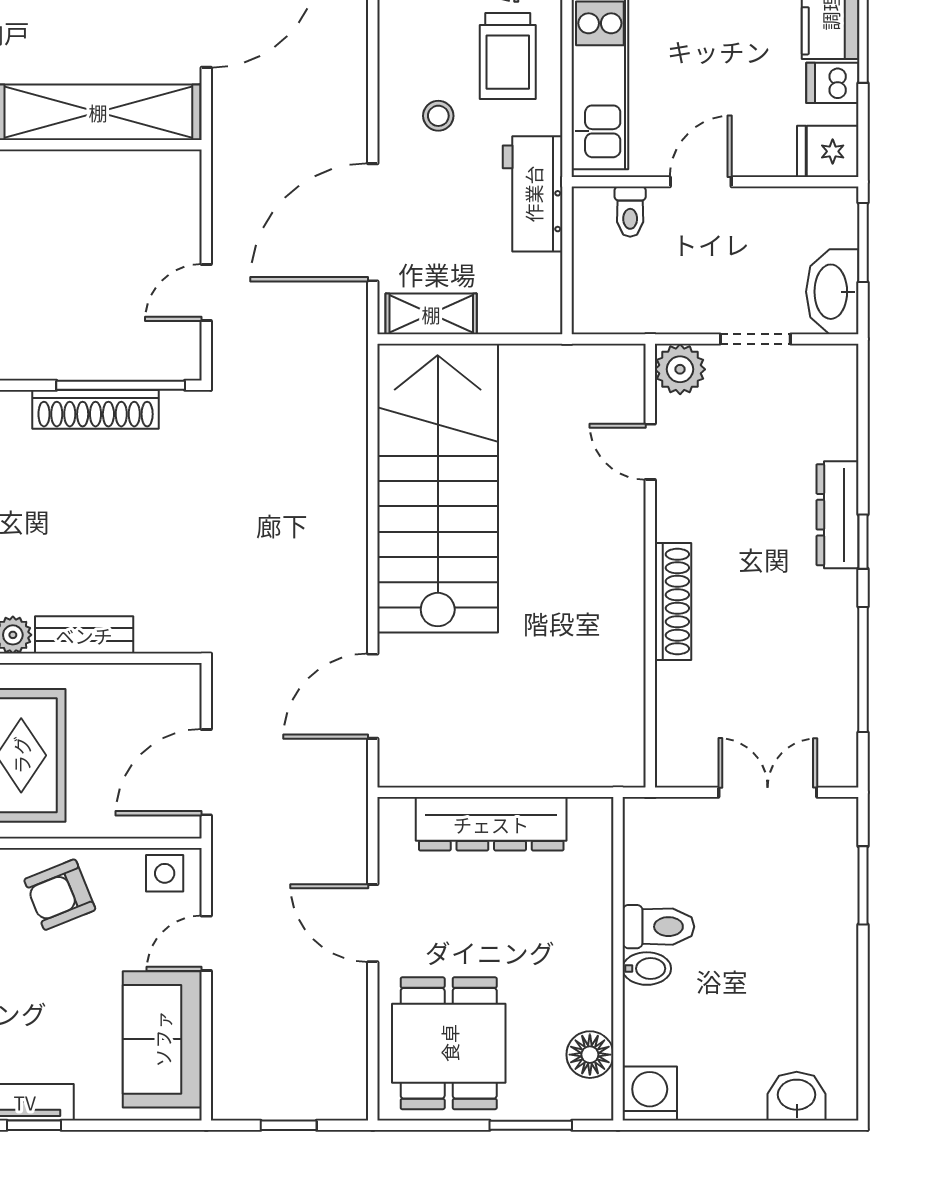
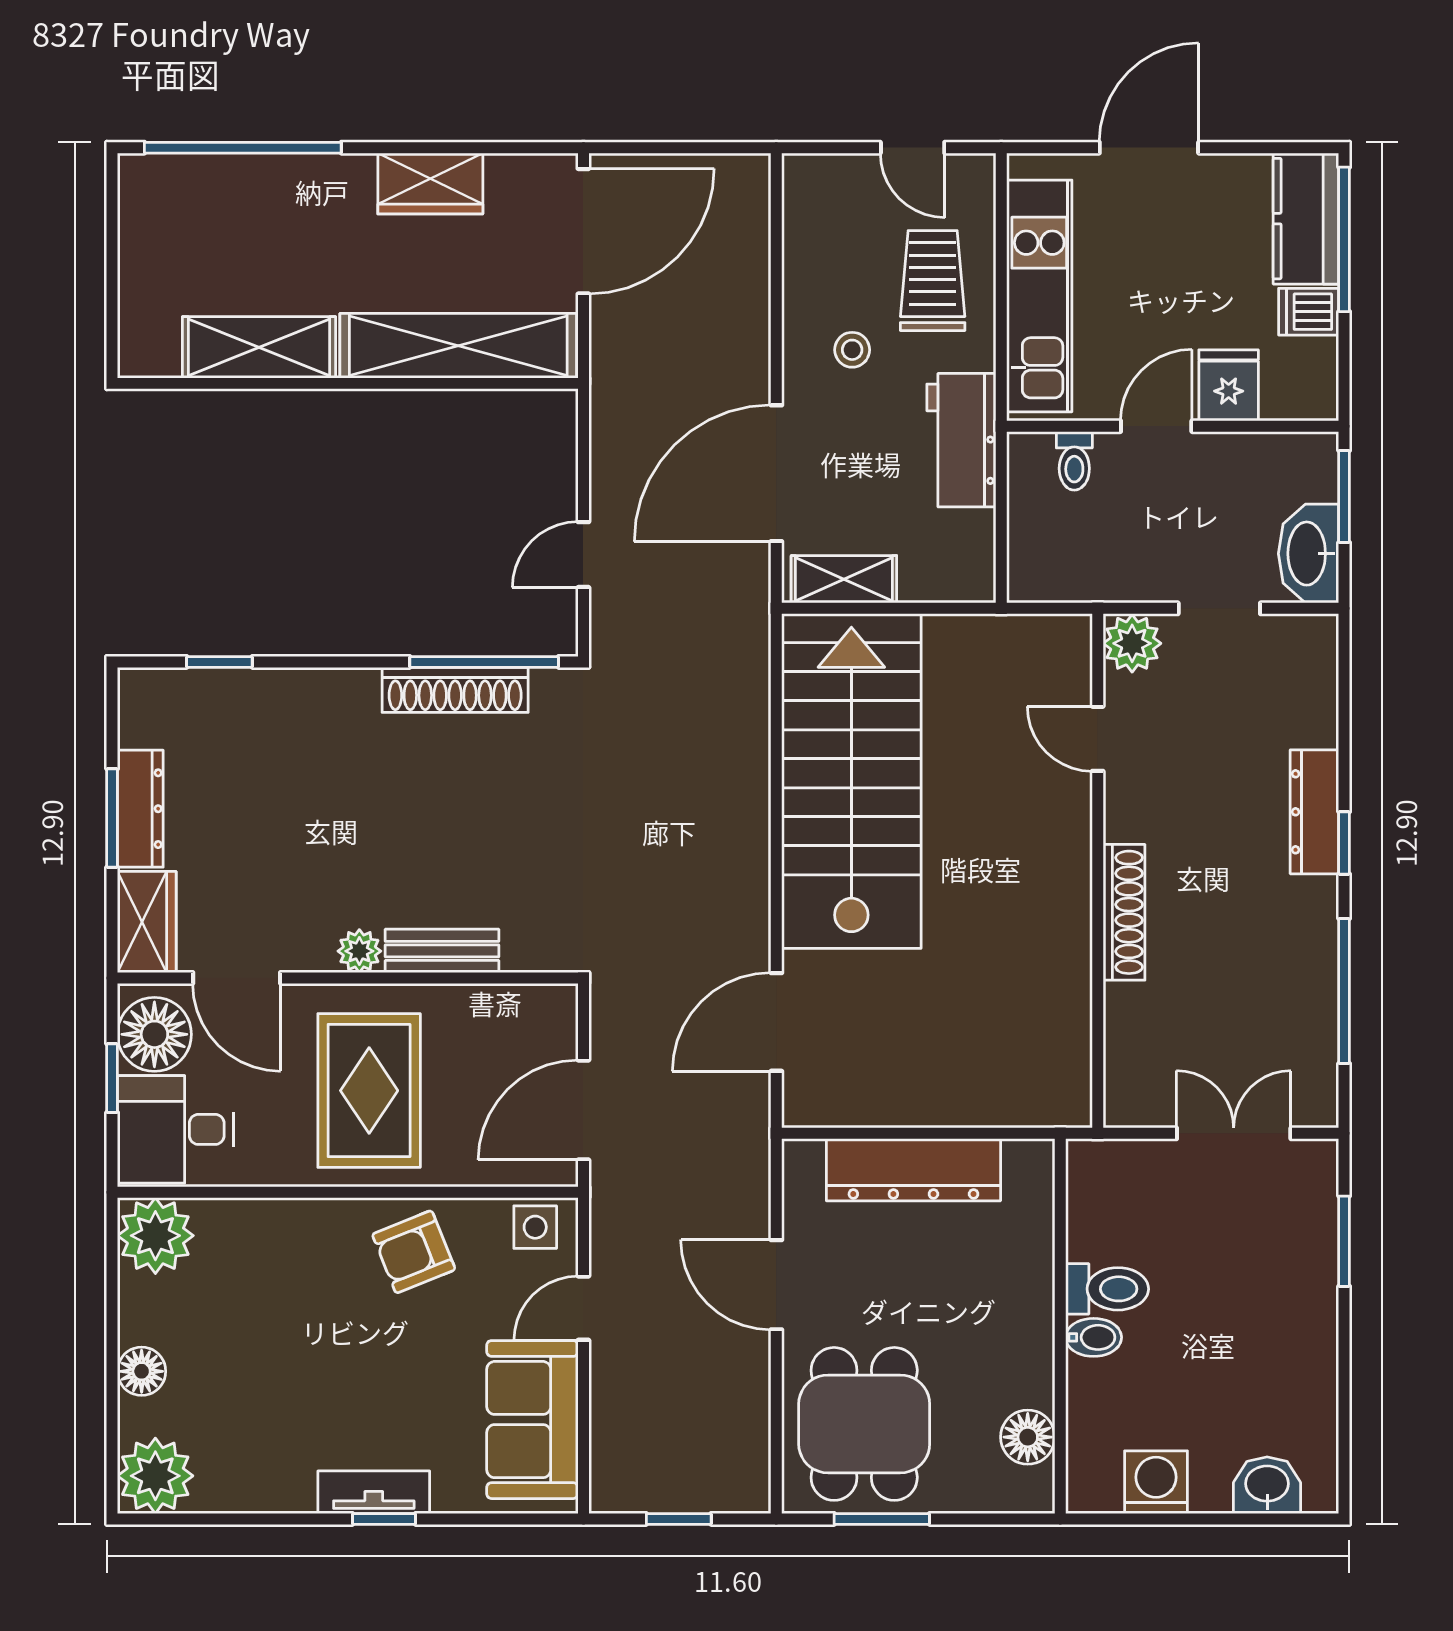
trolley: (508, 56) -> (933, 281), turned 180
fridge: (828, 151) -> (1229, 385), moved, turned 90
washing machine: (650, 1094) -> (1156, 1482), moved
window: (531, 1125) -> (882, 1519), moved

